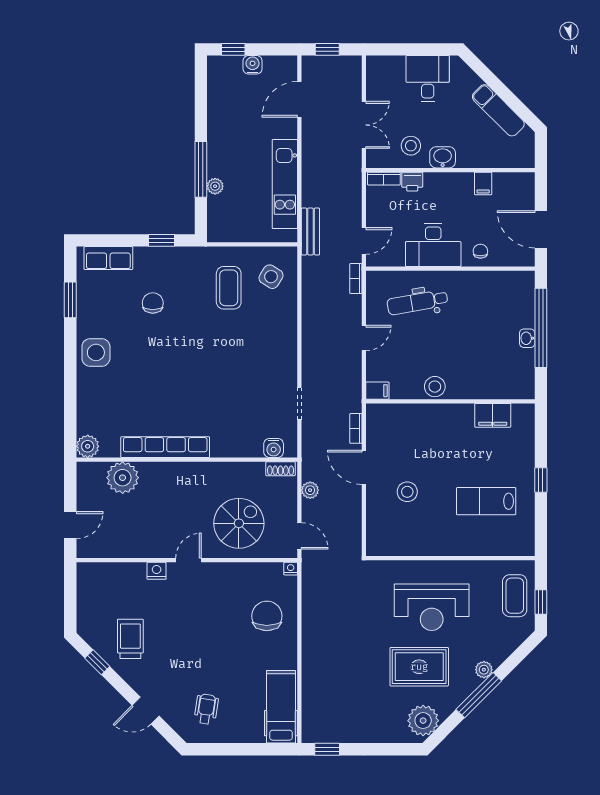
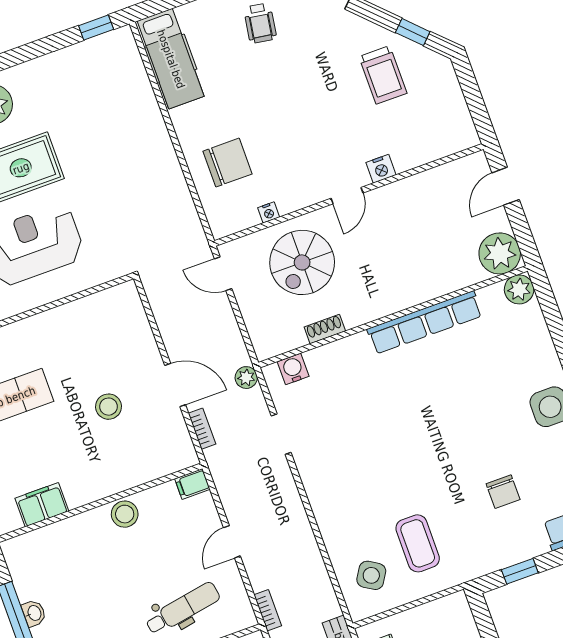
shoe rack: (281, 469) -> (325, 329), moved
plant: (123, 478) -> (500, 253), moved
plant: (310, 490) -> (246, 378), moved
stool: (407, 492) -> (108, 407), moved
nightstand: (291, 569) -> (269, 212), moved
chair: (267, 616) -> (227, 163), turned -90

